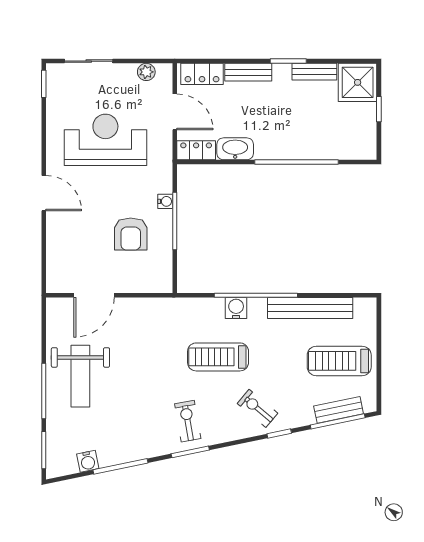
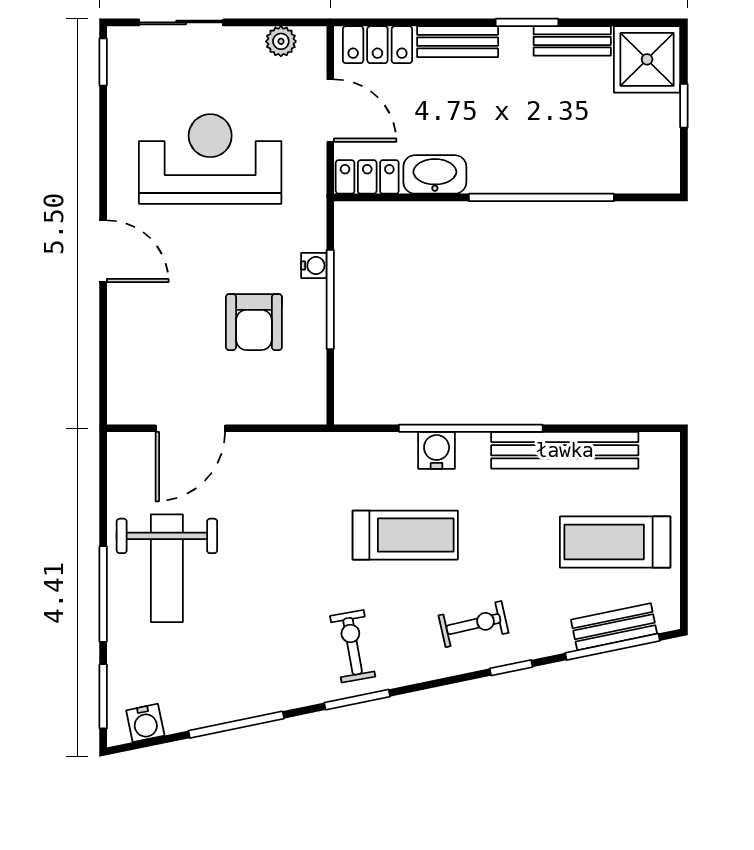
treadmill: (218, 357) -> (405, 535), turned 180
exercise bike: (257, 408) -> (474, 624), turned 127
water cooler: (88, 461) -> (145, 723), moved

